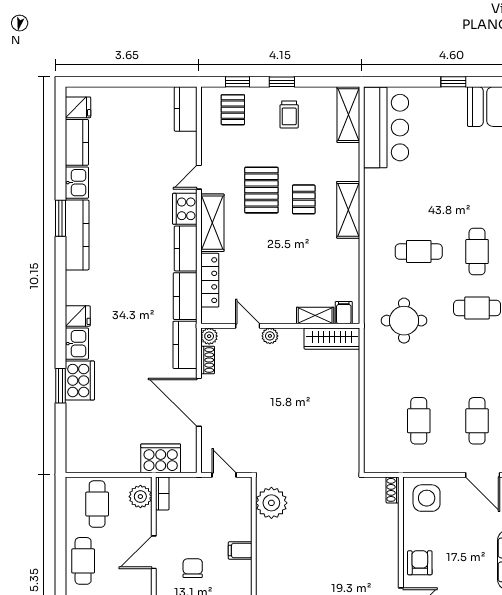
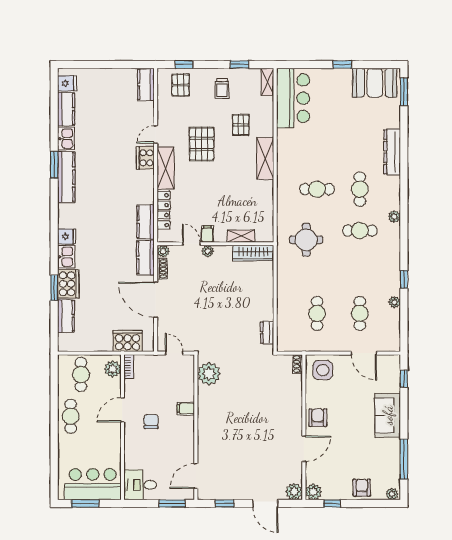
window: (282, 82) -> (239, 64), moved
shelving: (348, 115) -> (267, 82), width x0.67, depth x0.75
pallet: (304, 199) -> (241, 125), moved
kitchen counter: (186, 248) -> (66, 316), moved, turned 180
filing cabinet: (344, 313) -> (207, 234), moved
dresser: (351, 447) -> (267, 333), added

